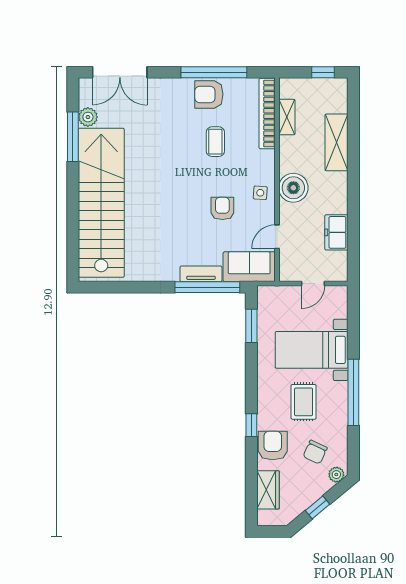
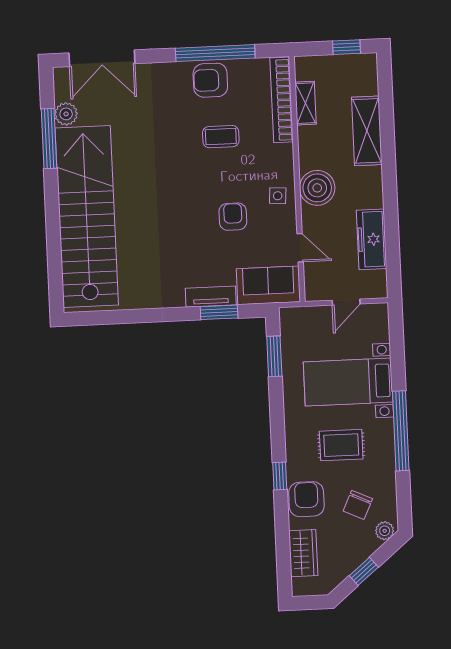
coffee table: (215, 142) -> (221, 137), turned 90
freezer: (336, 232) -> (372, 239), width x1.40
door: (277, 237) -> (300, 248), swing flipped
window: (207, 287) -> (219, 312), width x0.47
rug: (304, 402) -> (341, 445), turned 90

